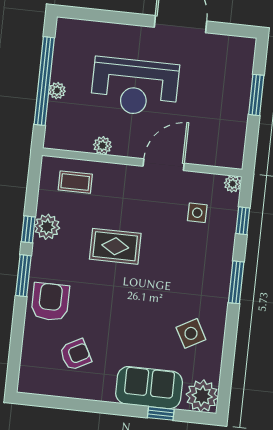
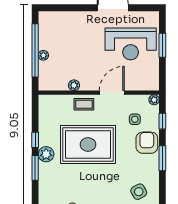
reception desk: (135, 87) -> (131, 44), moved
coffee table: (75, 182) -> (84, 104), moved
plant: (47, 227) -> (46, 154), moved
rug: (115, 246) -> (88, 145), width x1.86, depth x2.06
armchair: (50, 302) -> (147, 143), moved

